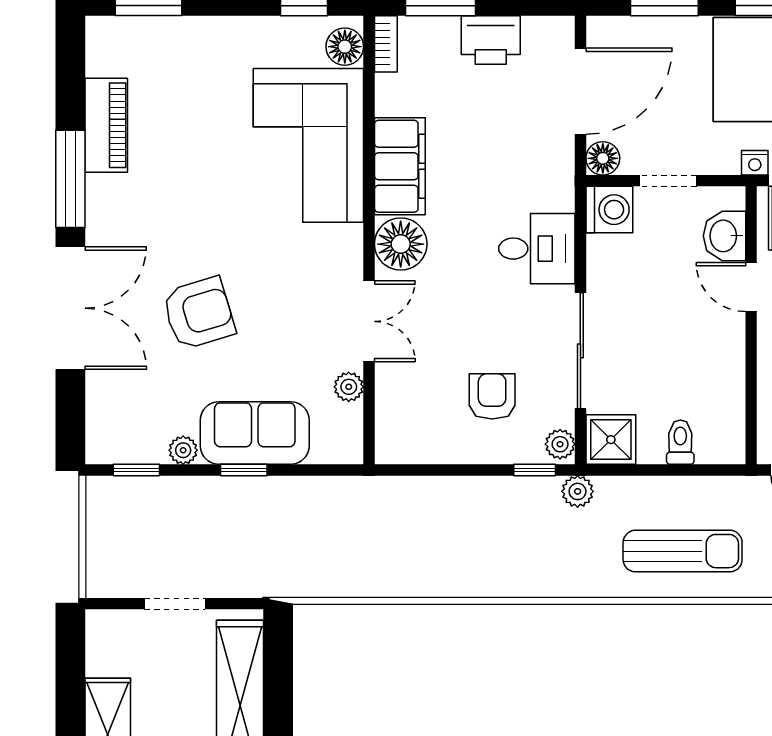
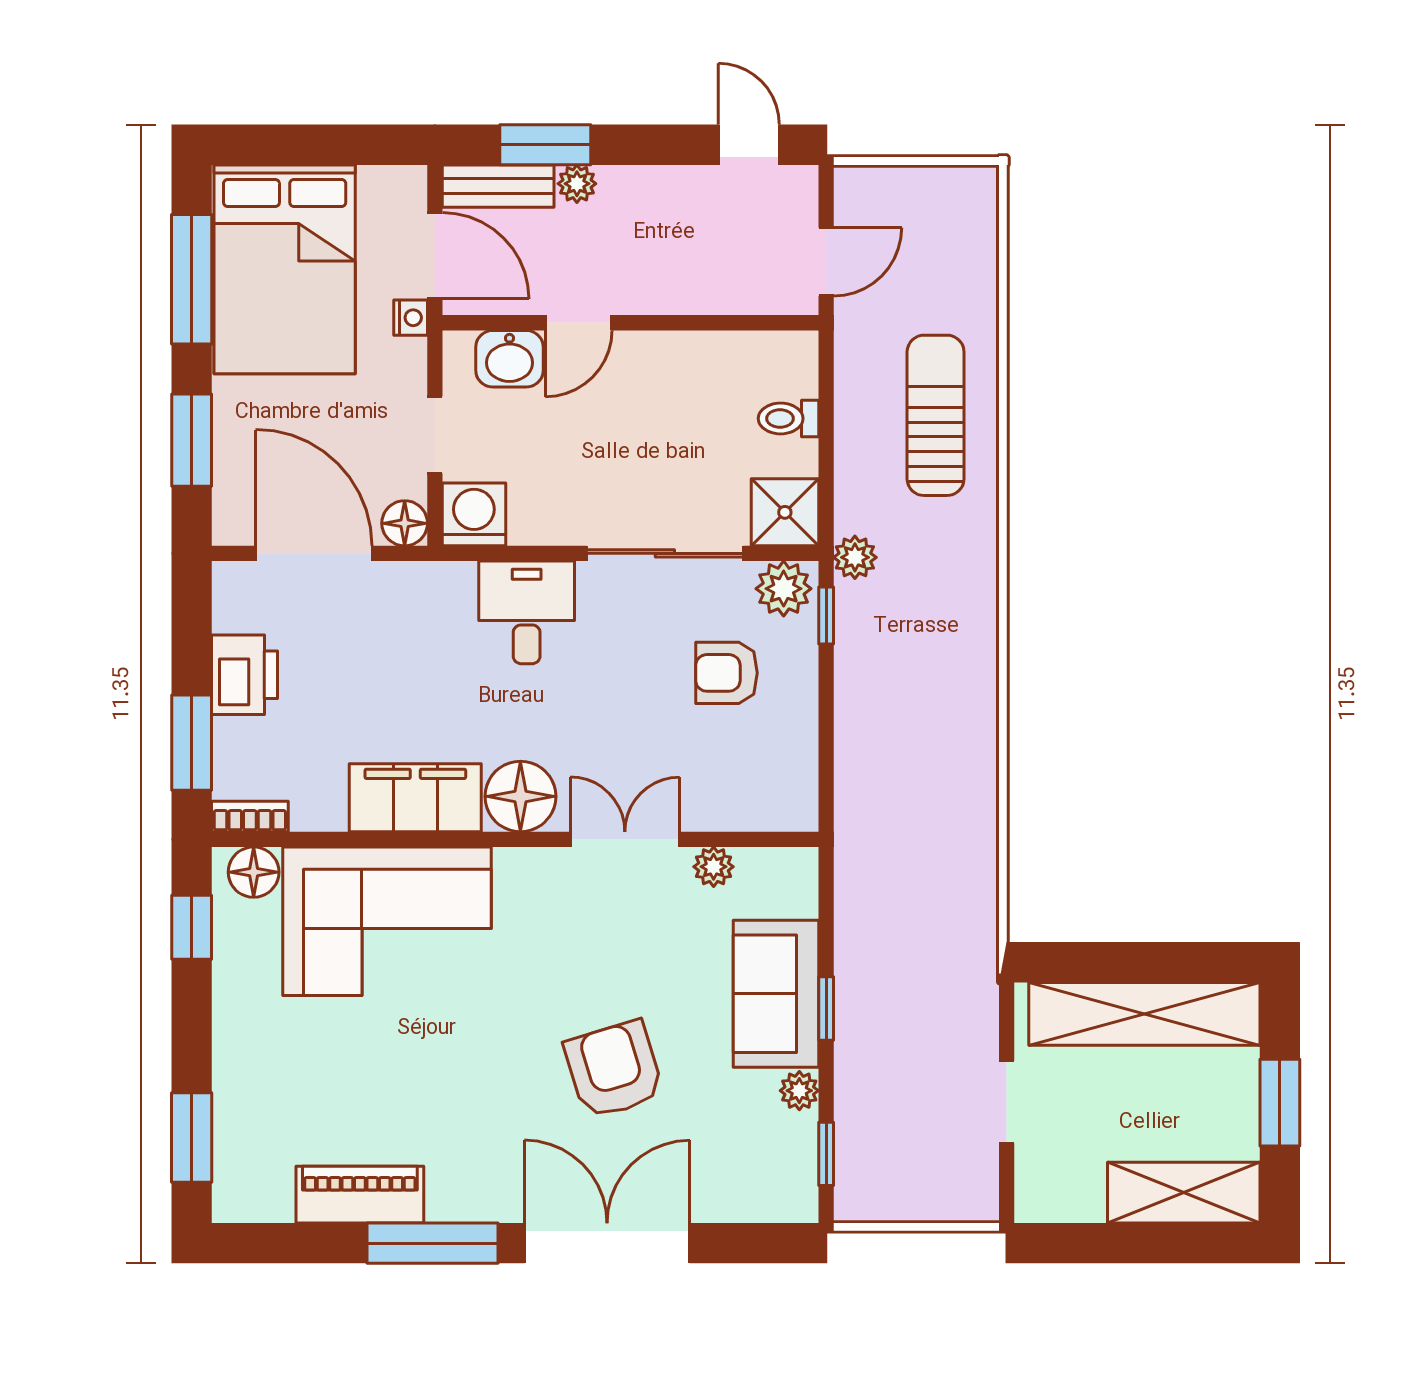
plant: (560, 444) -> (784, 589), width x1.38, depth x1.38

